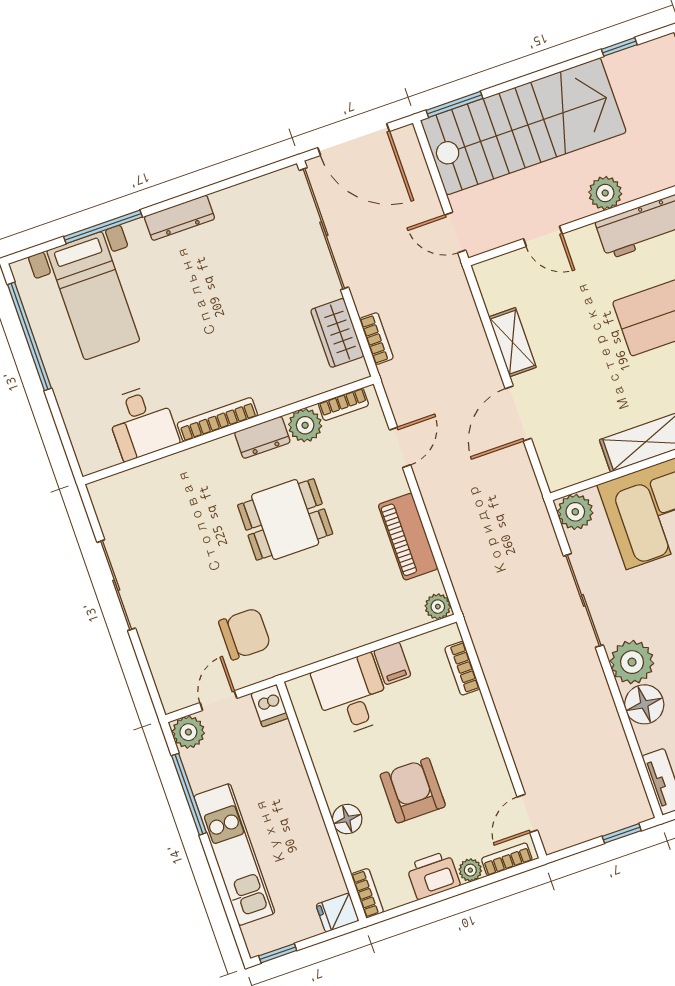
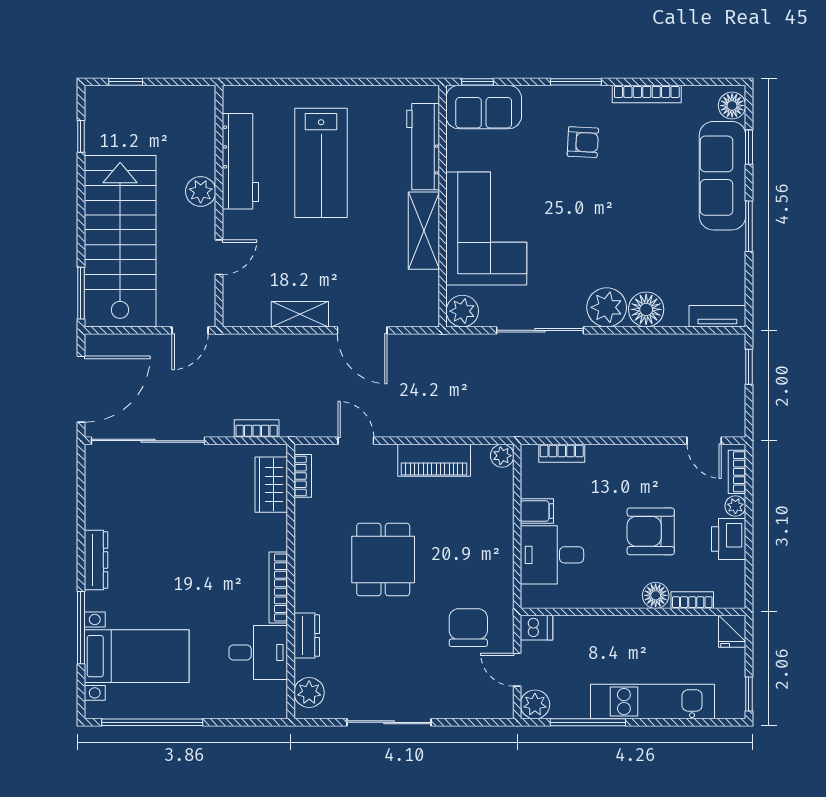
wardrobe: (337, 333) -> (271, 485), moved, turned 90
plant: (305, 425) -> (309, 692), moved
dresser: (262, 437) -> (307, 636), moved
bookcase: (367, 893) -> (692, 600), moved

